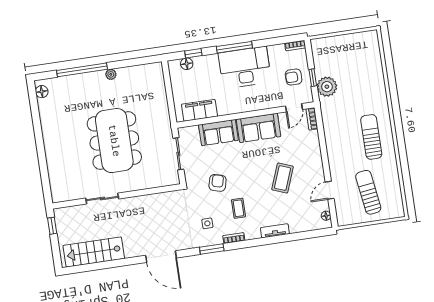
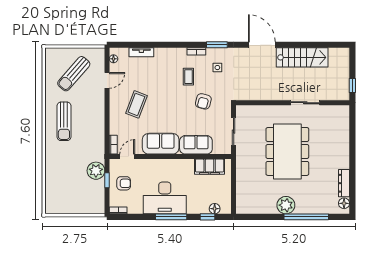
plant: (111, 74) -> (286, 205), width x1.87, depth x1.87
dresser: (45, 114) -> (344, 183), added
coffee table: (283, 178) -> (136, 104), moved
sun lounger: (368, 192) -> (74, 74), turned 49
tv unit: (275, 231) -> (141, 52), moved
stairs: (94, 252) -> (302, 57), moved

